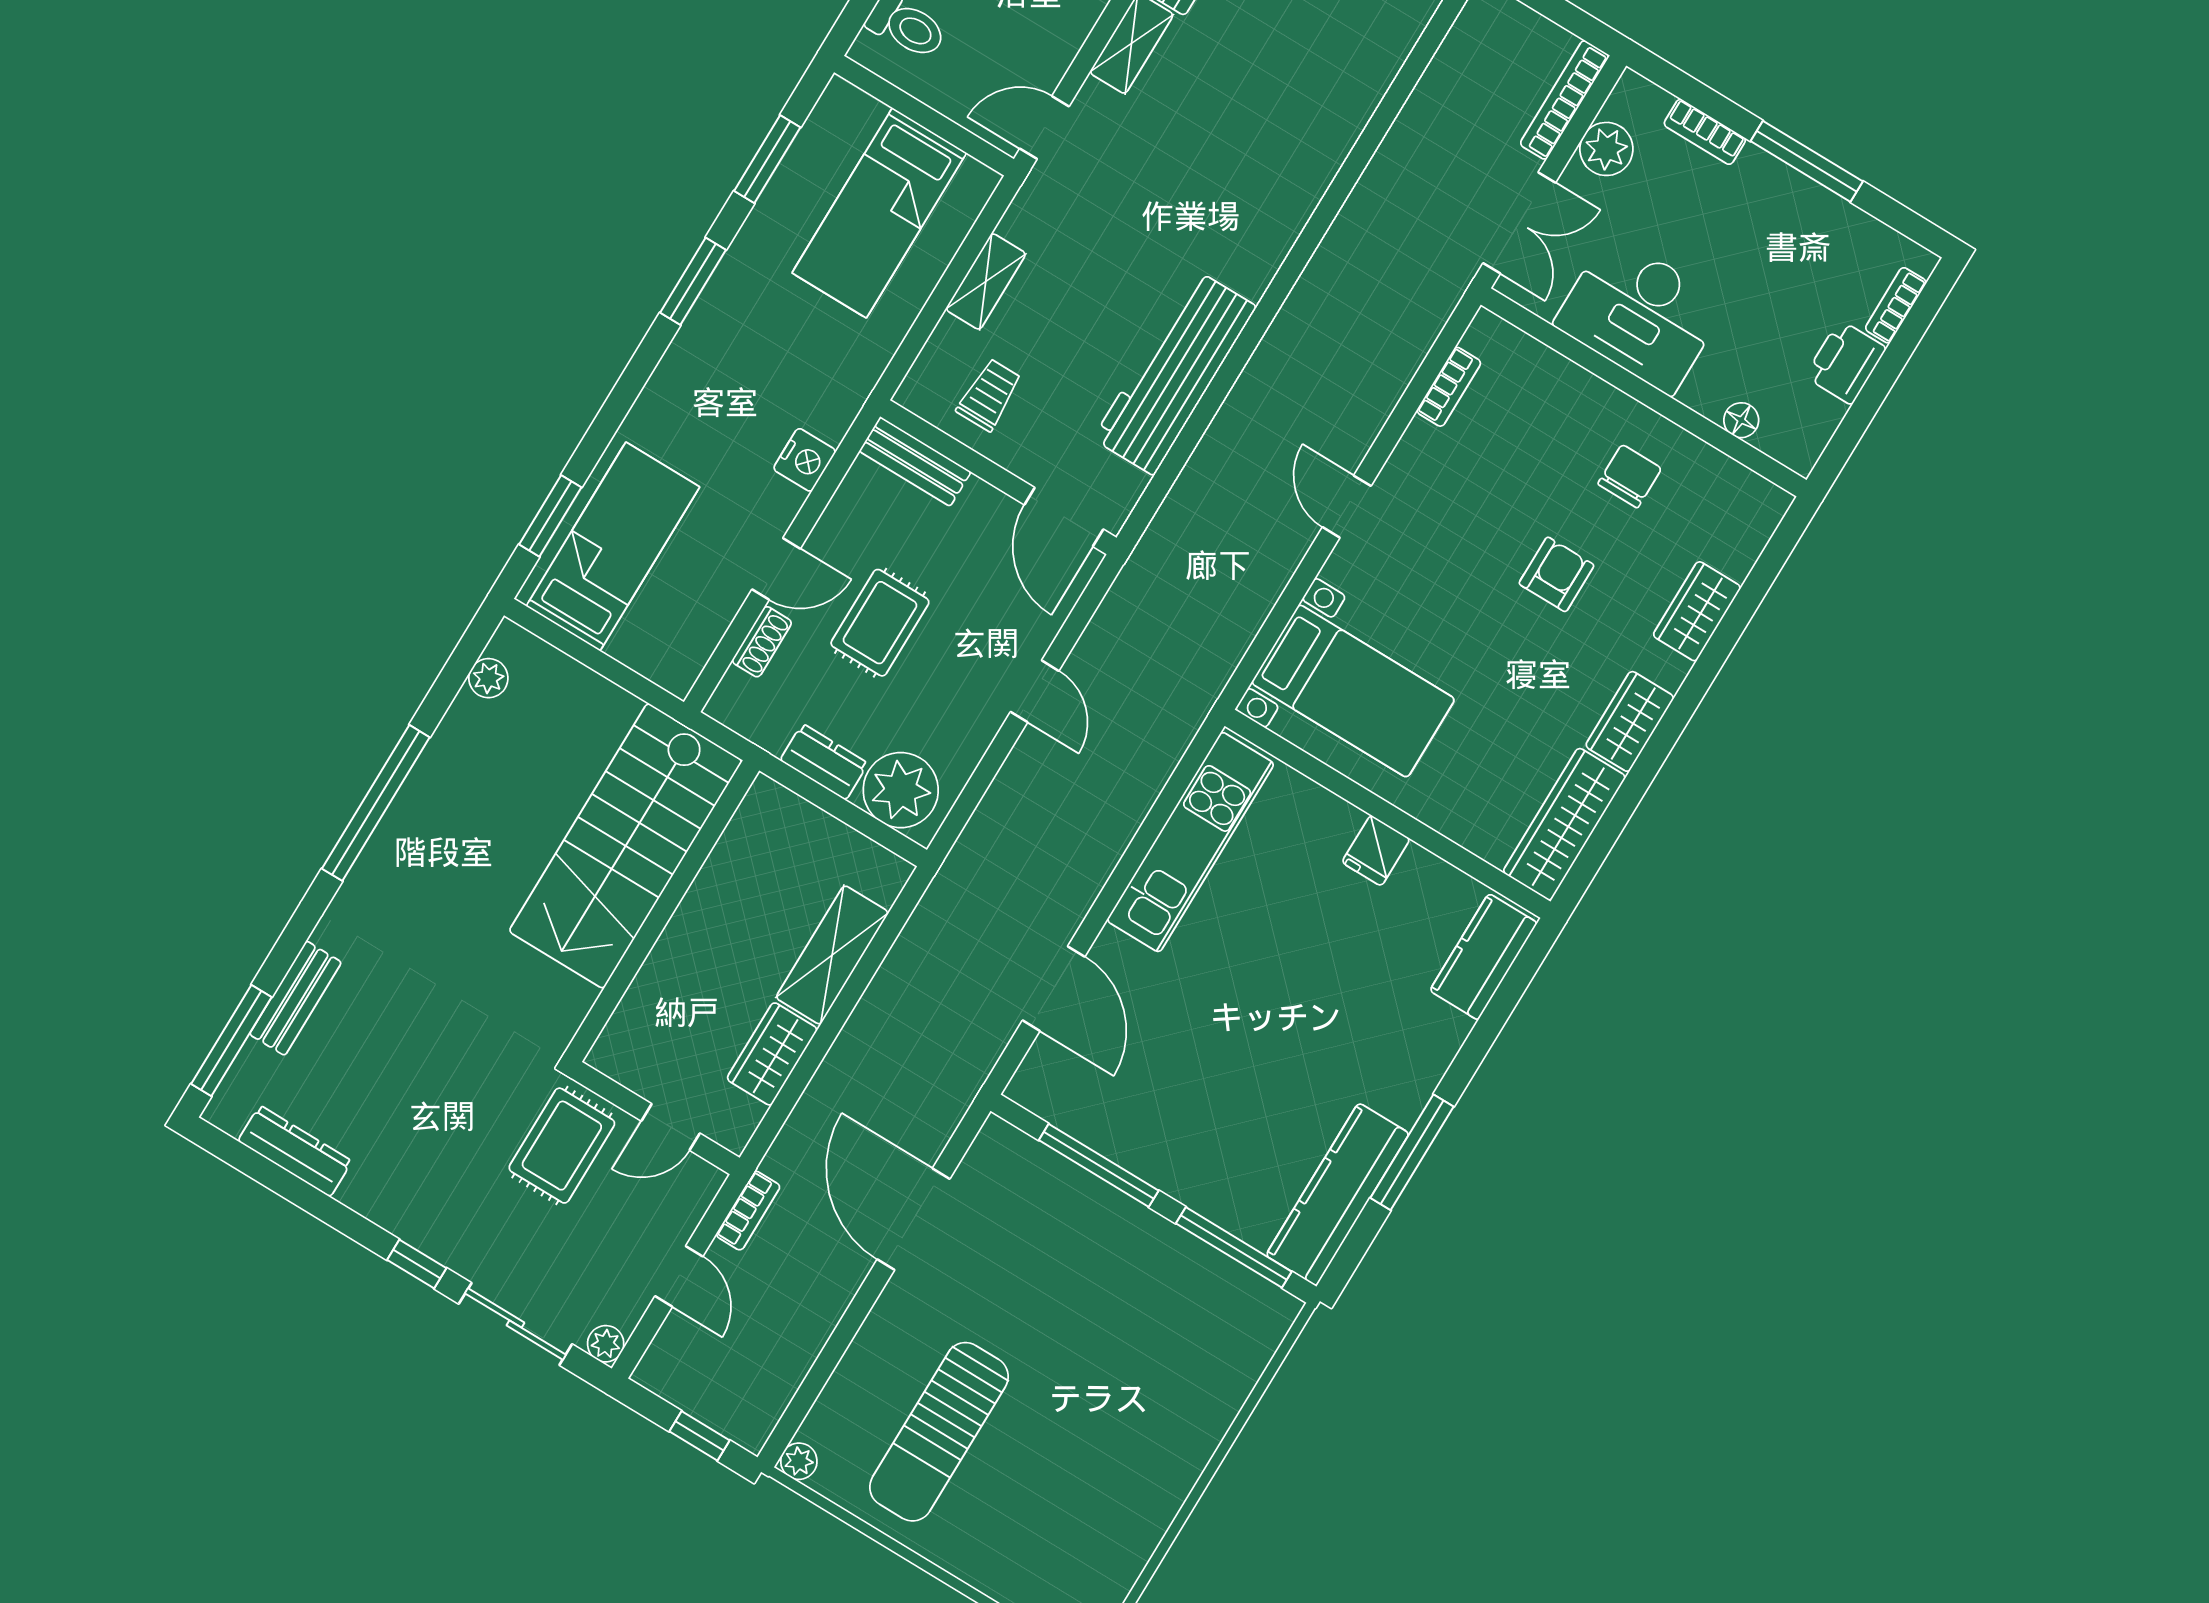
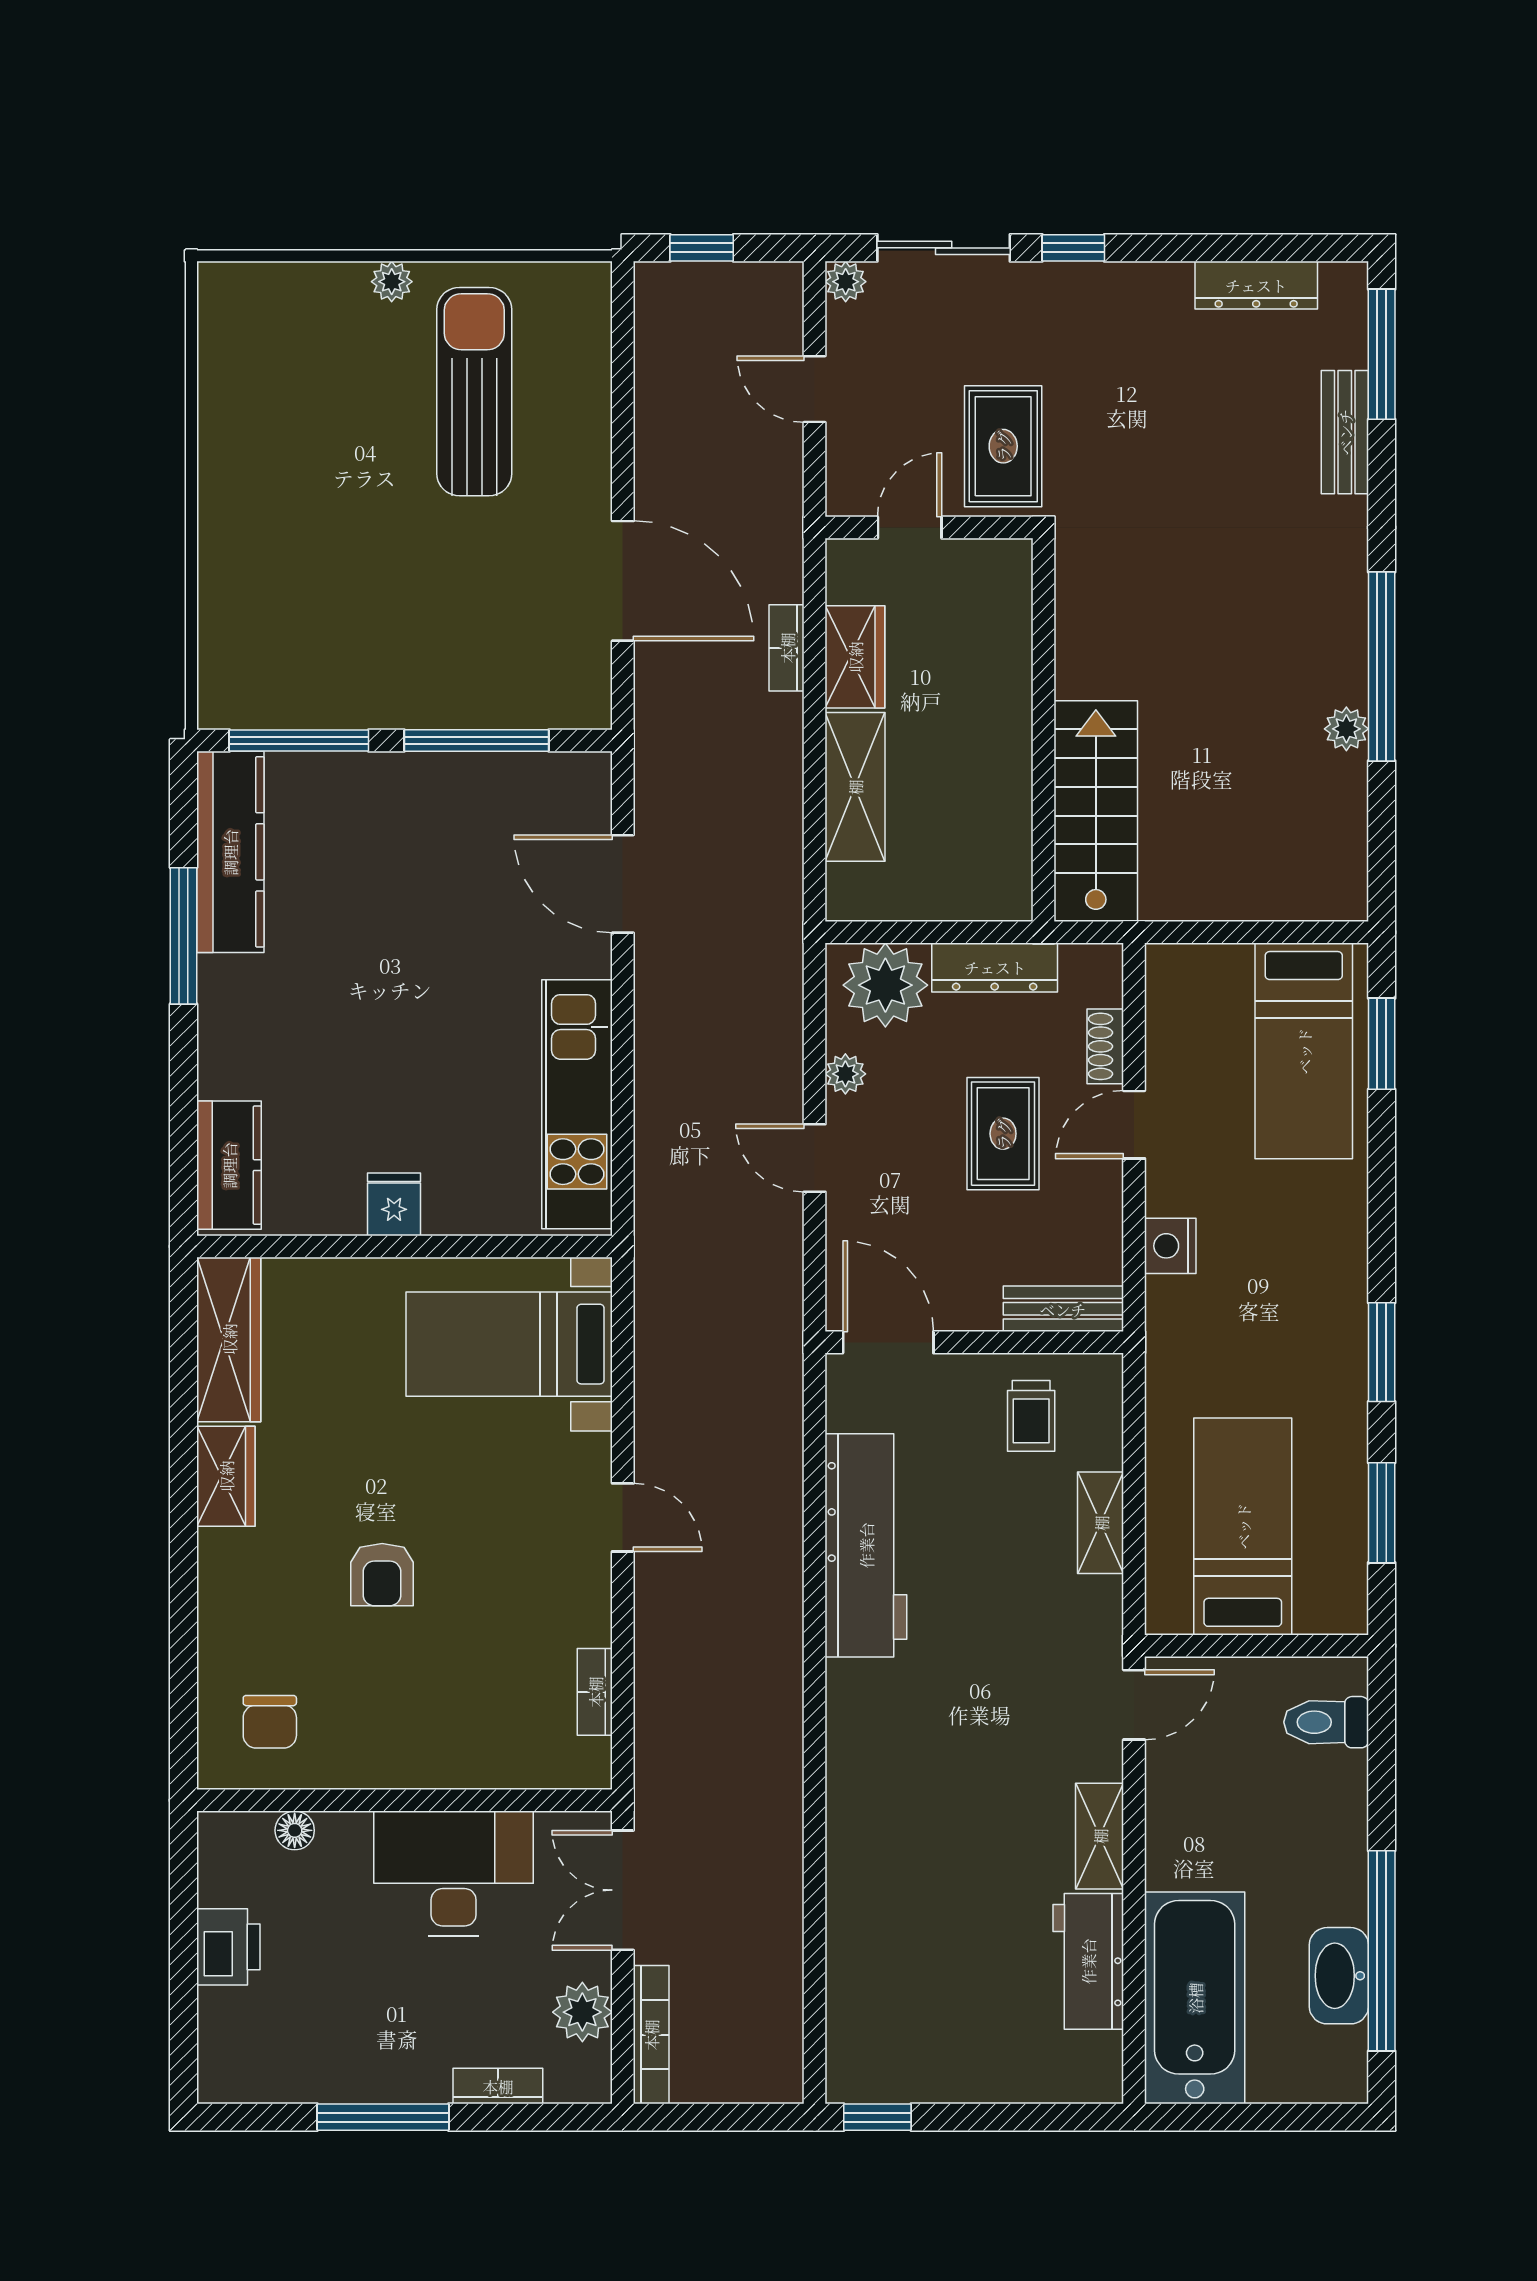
bookcase: (1896, 305) -> (213, 2031), removed
chair: (1630, 476) -> (270, 1722), moved
wardrobe: (1697, 611) -> (226, 1621), removed
plant: (488, 678) -> (1346, 729), moved
plant: (972, 741) -> (845, 1074), added
dresser: (824, 762) -> (995, 967), width x1.44
stairs: (626, 846) -> (1096, 811), width x0.73, depth x0.66
bookcase: (748, 1211) -> (787, 648), moved
plant: (799, 1461) -> (392, 282), moved

